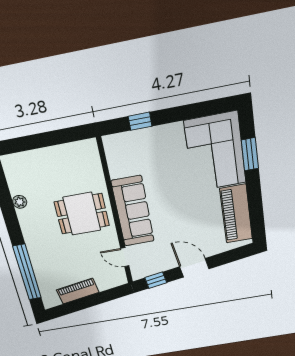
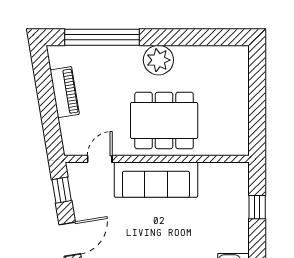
plant: (20, 202) -> (158, 60), moved, width x1.88, depth x1.88
dining table: (82, 214) -> (164, 120), width x1.38

